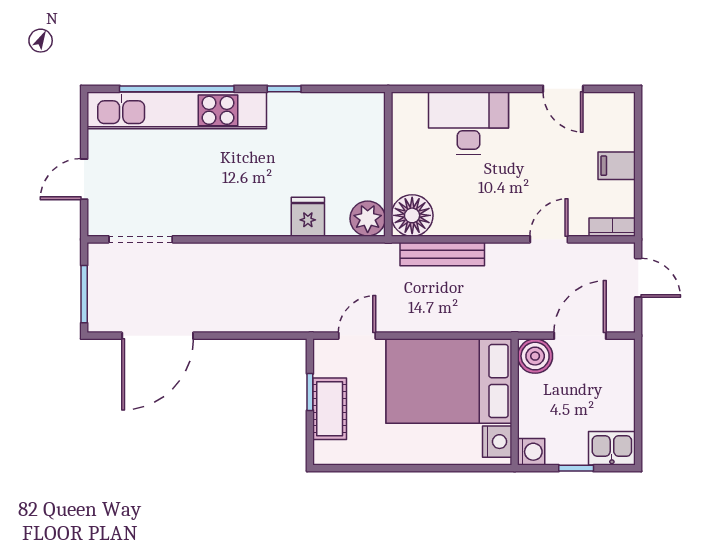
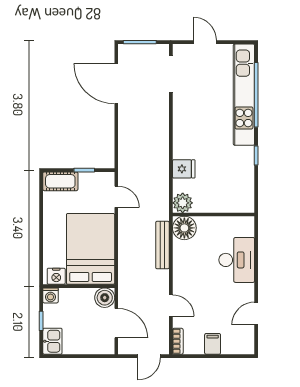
cot: (330, 409) -> (60, 181), moved

